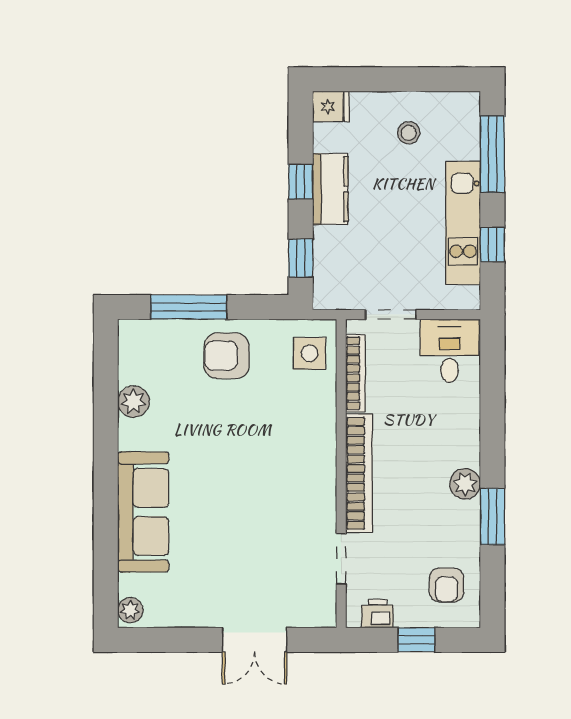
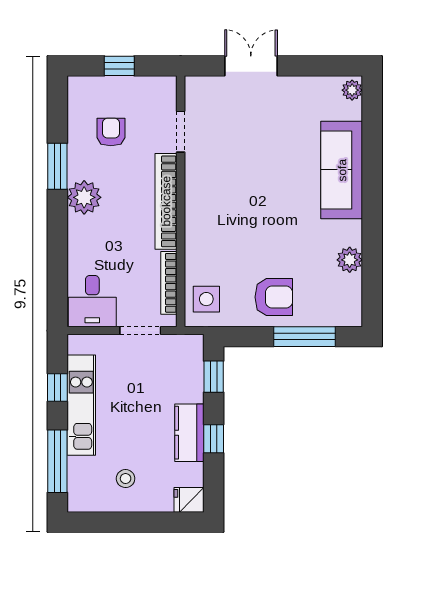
plant: (465, 484) -> (84, 197), width x1.36, depth x1.36
armchair: (447, 585) -> (111, 132), moved
printer: (378, 614) -> (151, 87), removed

